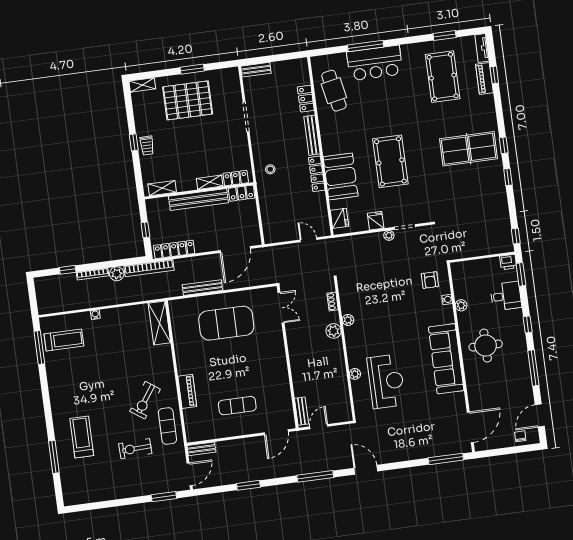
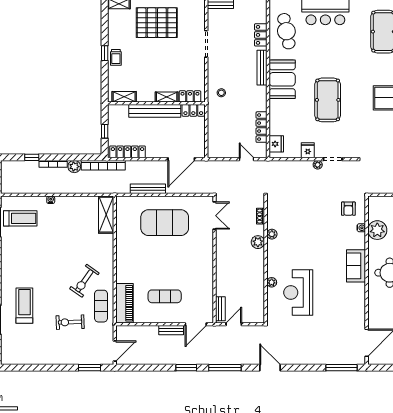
locker: (317, 174) -> (262, 127), moved
booth: (341, 176) -> (282, 79), moved
plant: (461, 305) -> (377, 230), width x1.88, depth x1.88
sofa: (446, 359) -> (356, 266), width x0.54, depth x0.79
reception desk: (386, 381) -> (298, 292), turned 180
piano: (187, 391) -> (125, 303), moved, width x1.37, depth x1.33
bench: (201, 449) -> (171, 330), moved
window: (248, 485) -> (186, 368), moved

